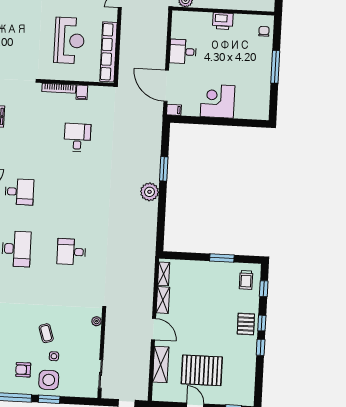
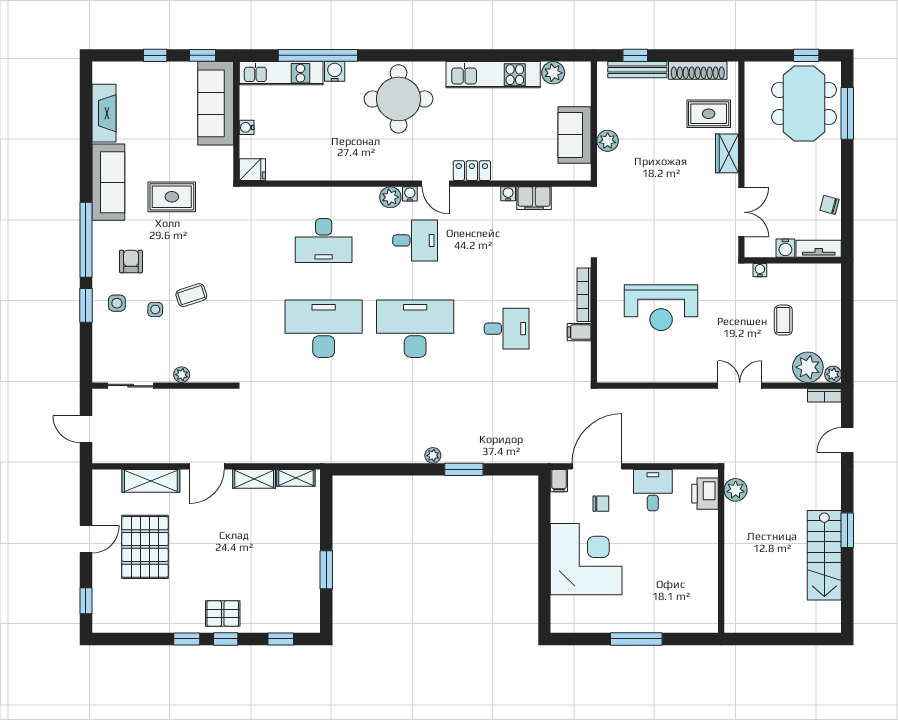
printer: (223, 21) -> (705, 494), moved
chair: (264, 31) -> (601, 504), moved
row of seats: (108, 52) -> (646, 371), removed
corner desk: (218, 101) -> (586, 559), width x1.36, depth x1.36
desk: (19, 192) -> (415, 240), turned -90
plant: (150, 192) -> (433, 455), width x0.53, depth x0.53
desk: (74, 195) -> (415, 329), added
desk: (71, 252) -> (324, 329), width x1.87, depth x1.30
trolley: (246, 280) -> (293, 610), removed
plant: (97, 321) -> (182, 375), moved
side table: (49, 380) -> (117, 303), width x0.54, depth x0.54

